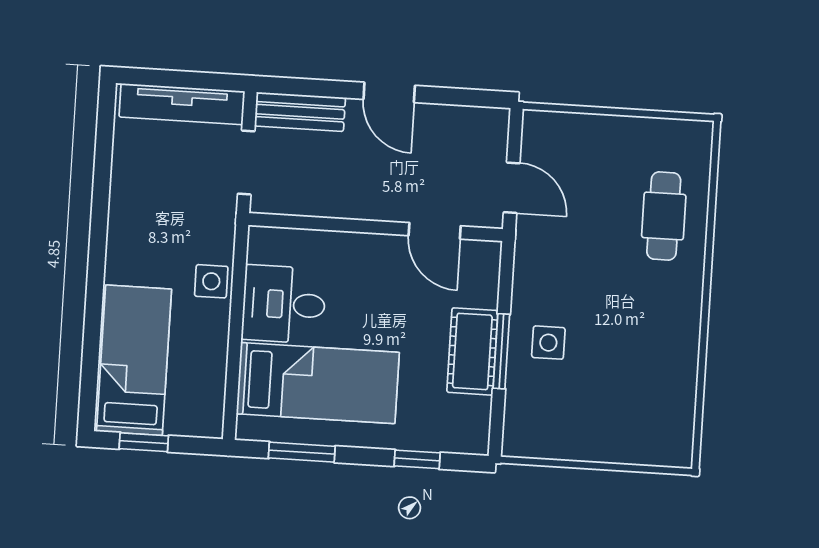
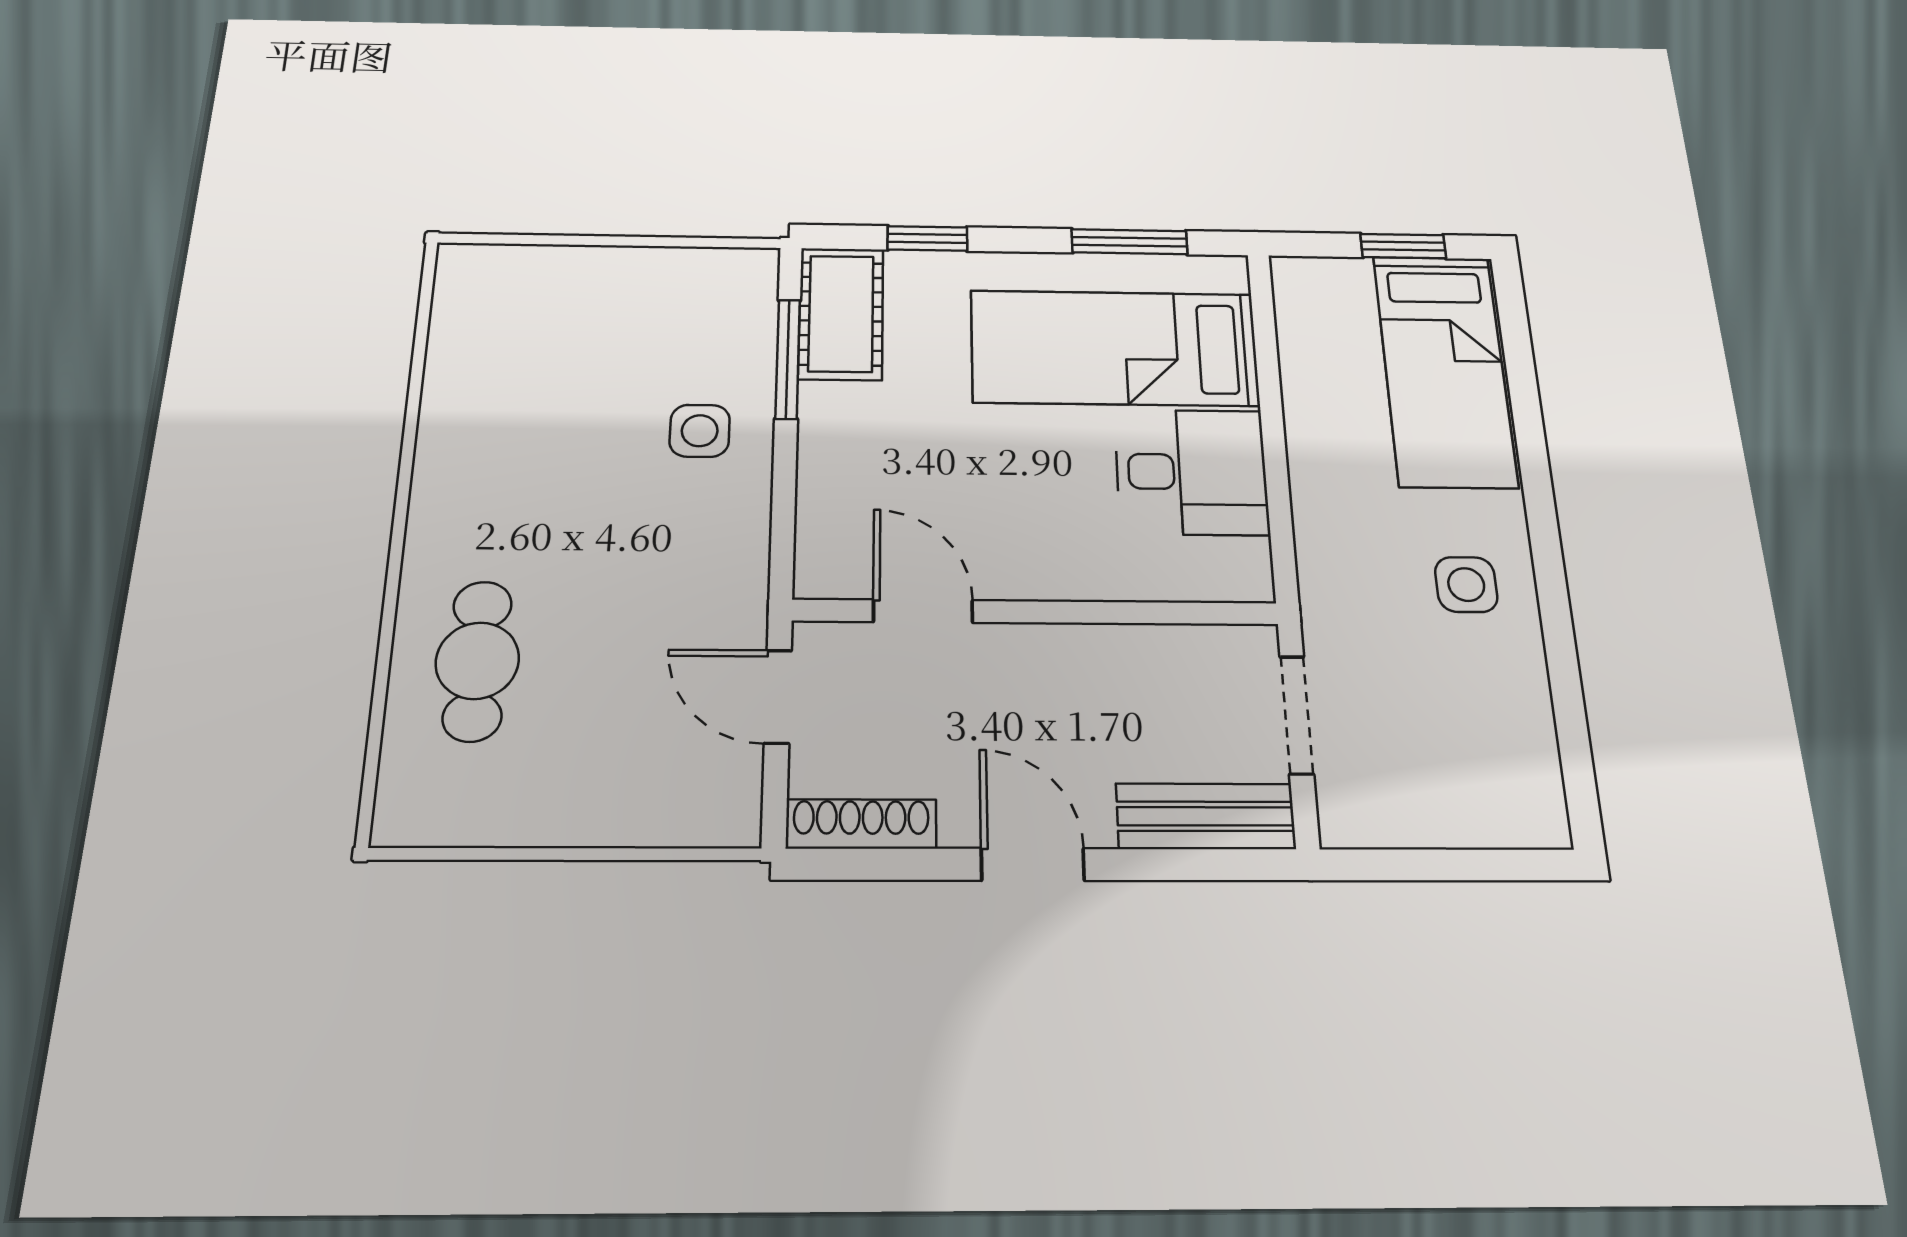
tv unit: (182, 104) -> (1438, 817), removed
shoe rack: (473, 118) -> (861, 824), added
side table: (211, 281) -> (1466, 585), moved
cot: (472, 351) -> (841, 314), moved
window: (501, 351) -> (788, 359), moved

